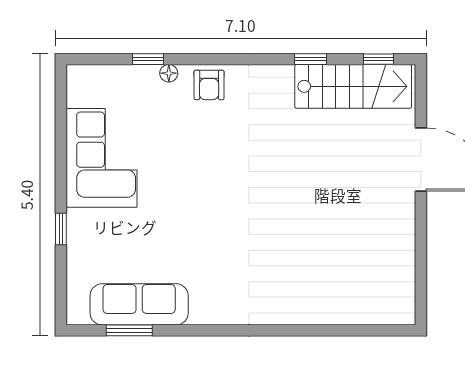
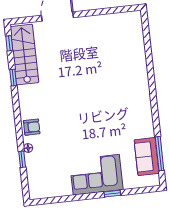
corner sofa: (101, 158) -> (96, 175), moved
sofa: (139, 304) -> (147, 157), width x0.73
window: (129, 330) -> (160, 154), width x1.44

